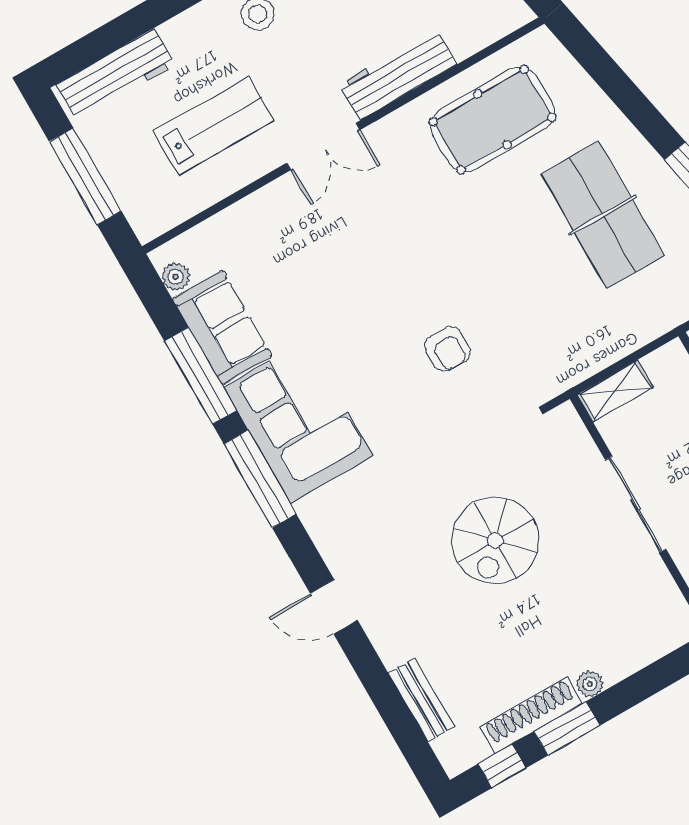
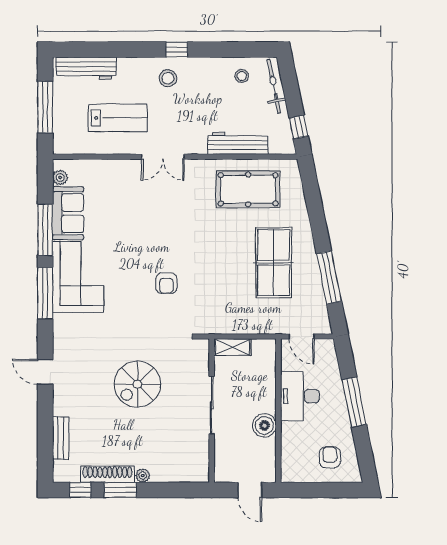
workbench: (398, 74) -> (238, 143), moved

